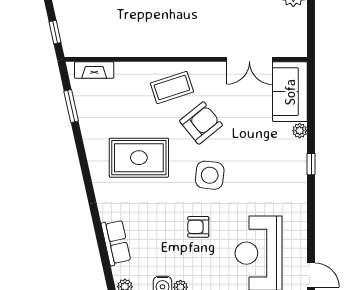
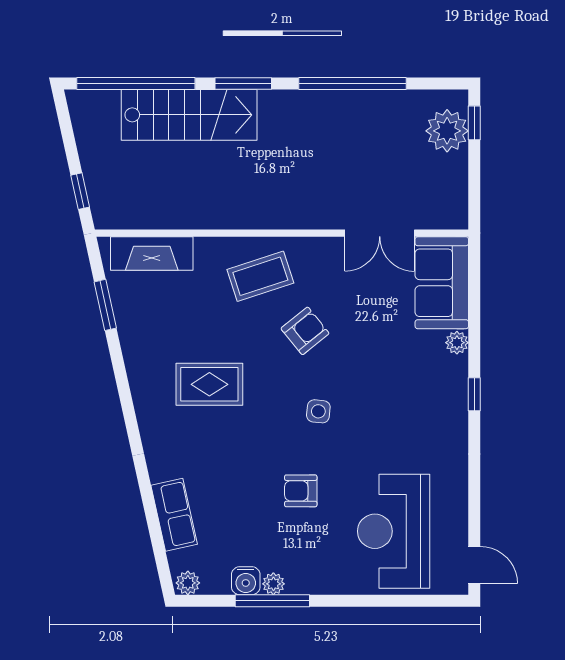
fireplace: (94, 70) -> (152, 254), width x1.37, depth x1.32
armchair: (201, 123) -> (305, 331), width x0.72, depth x0.72
rug: (139, 158) -> (209, 384), width x0.73, depth x0.70
side table: (210, 175) -> (318, 411), width x0.54, depth x0.54

